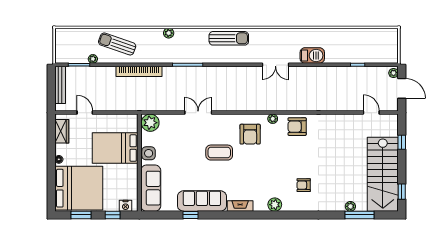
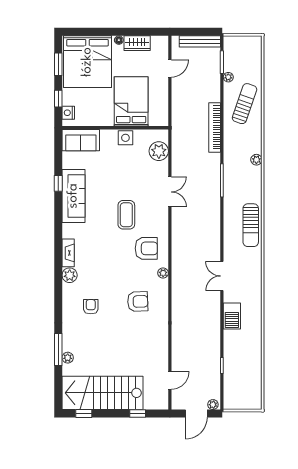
plant: (150, 123) -> (159, 151), moved
armchair: (297, 127) -> (138, 302), moved, turned 88
wardrobe: (62, 131) -> (137, 43), moved
armchair: (250, 134) -> (146, 248), turned 180
sofa: (151, 188) -> (81, 140), width x0.73
fireplace: (240, 206) -> (68, 253), moved
window: (359, 215) -> (58, 349), moved

